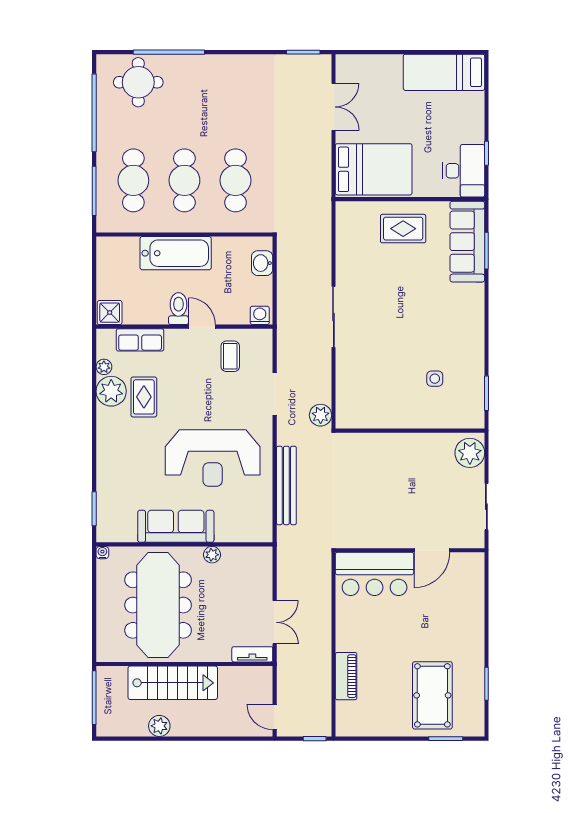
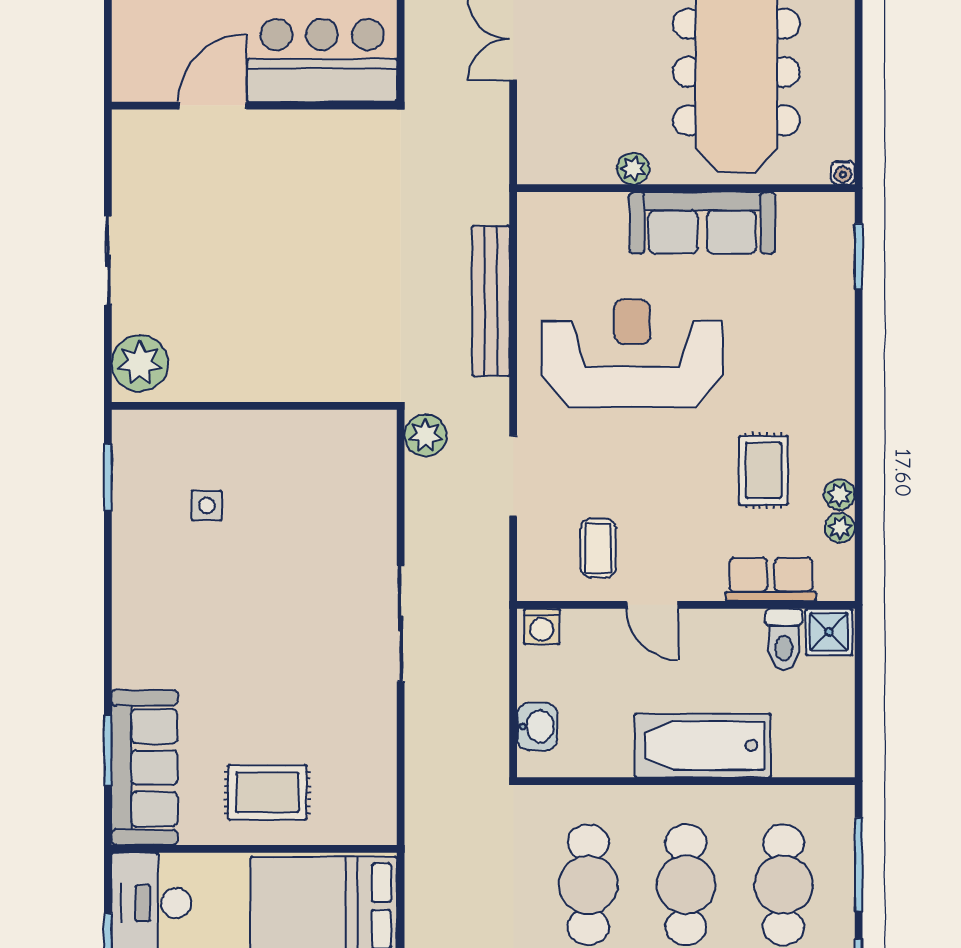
toilet: (178, 309) -> (784, 639), moved
plant: (111, 391) -> (839, 495), width x0.53, depth x0.53
wall: (410, 550) -> (254, 106), moved
door: (432, 550) -> (212, 106), moved
bar counter: (375, 574) -> (322, 60), moved

